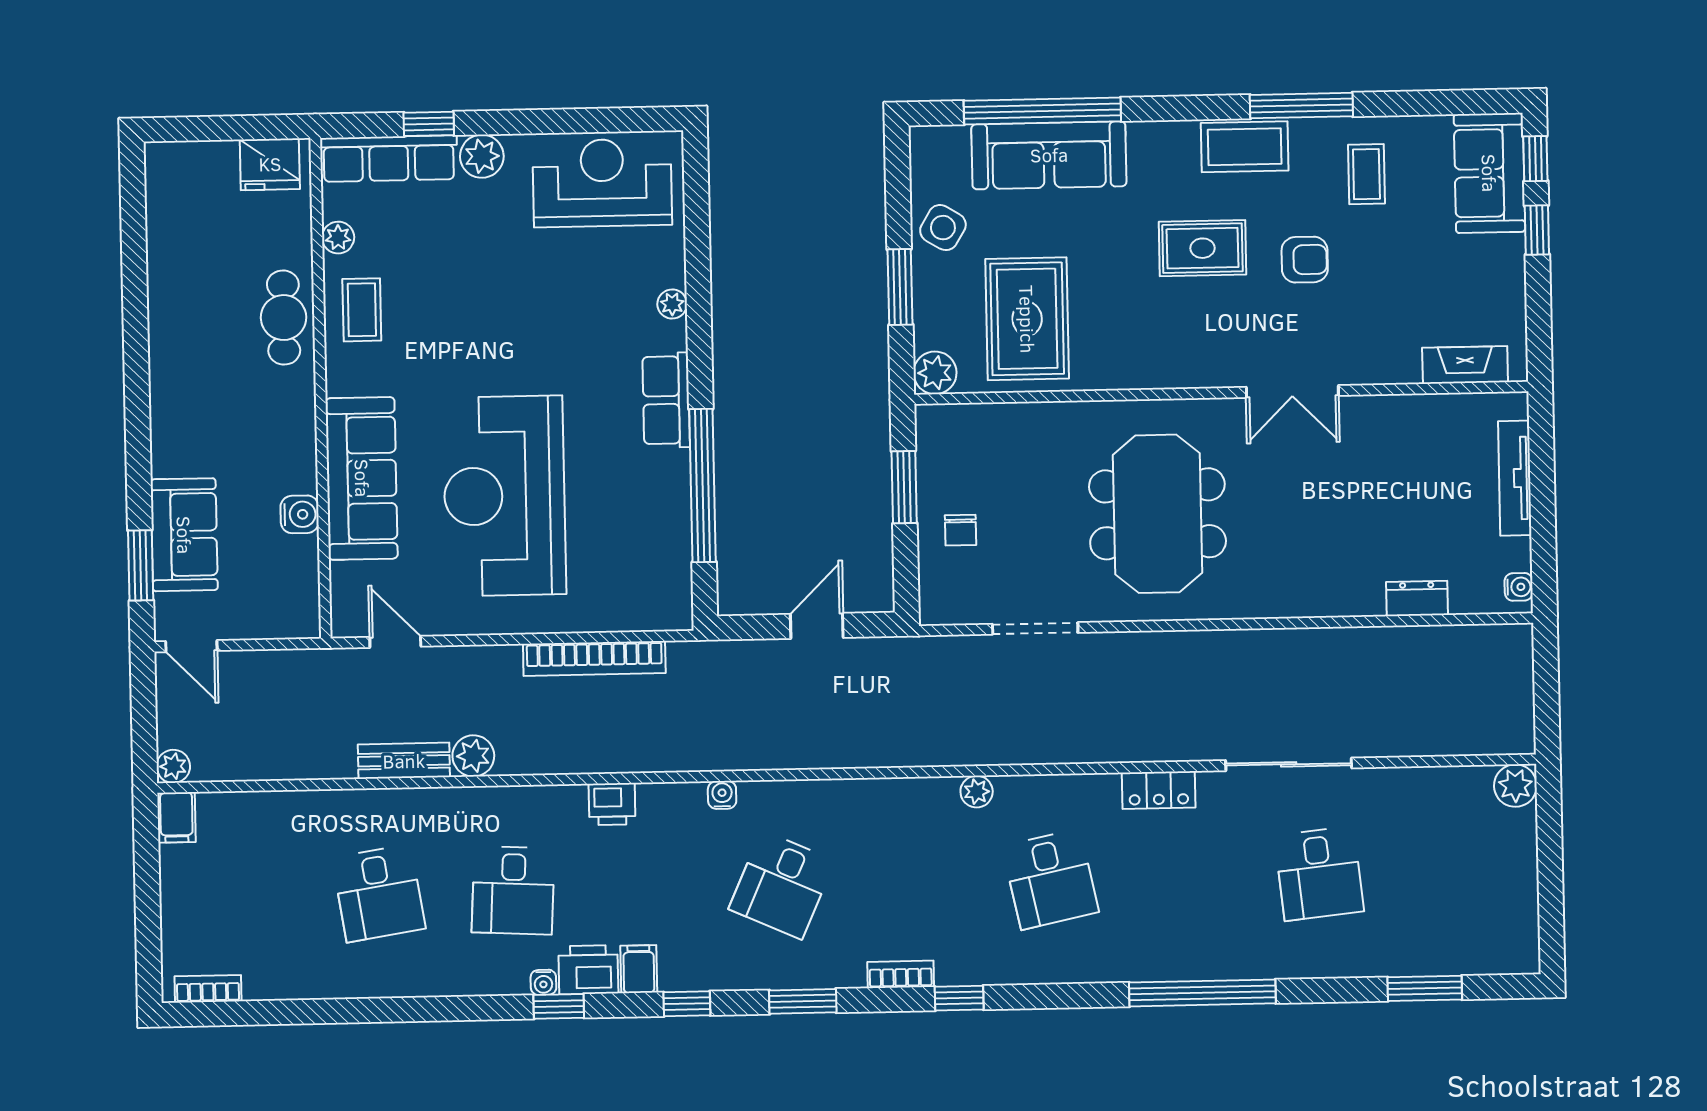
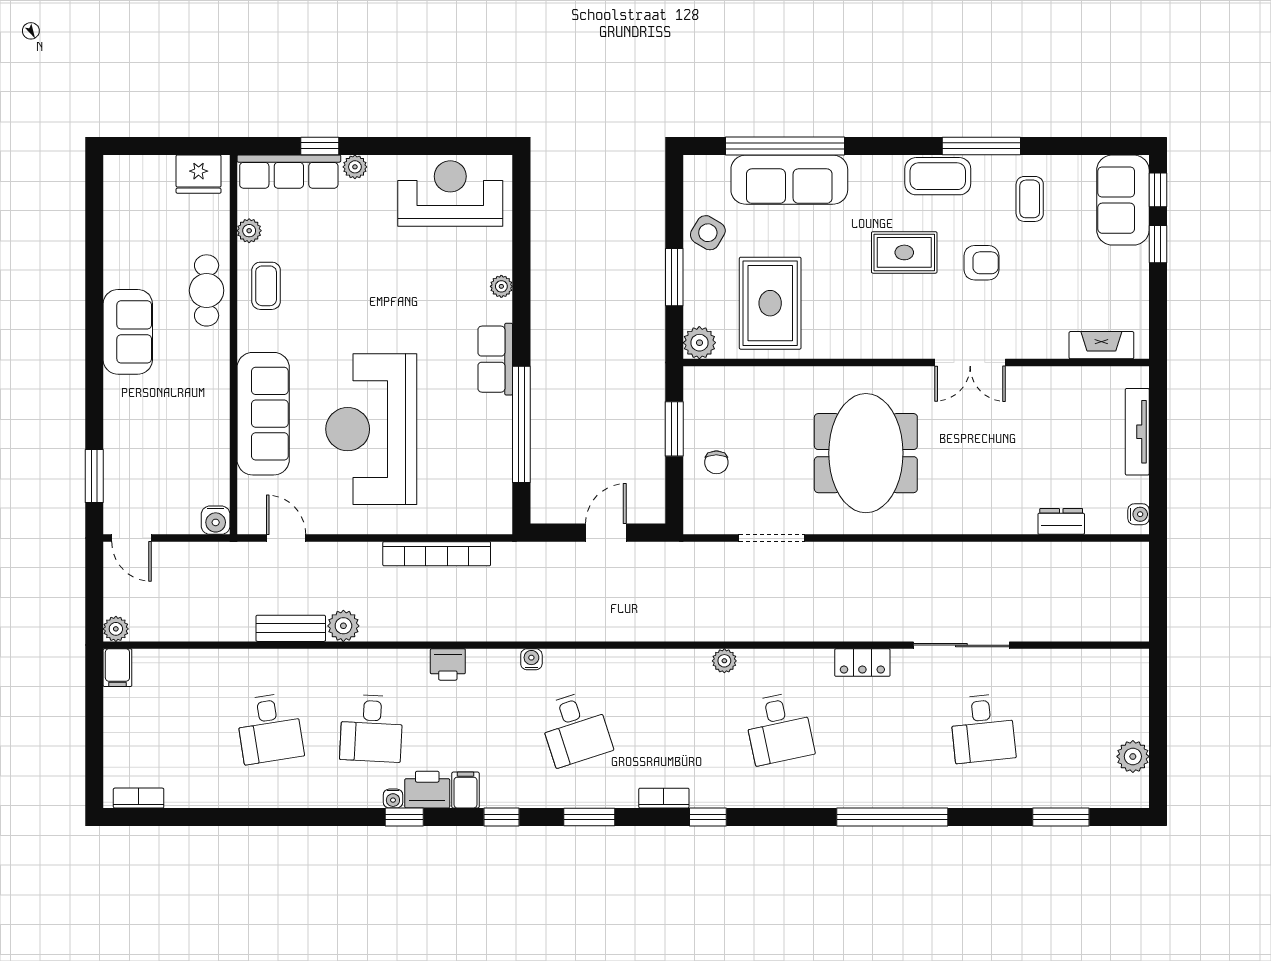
plant: (482, 156) -> (355, 167), width x0.73, depth x0.73
water cooler: (300, 514) -> (216, 520), moved, turned 90
sofa: (184, 535) -> (128, 332), moved
plant: (1515, 786) -> (1133, 756), moved
desk: (782, 885) -> (575, 728), turned -42

